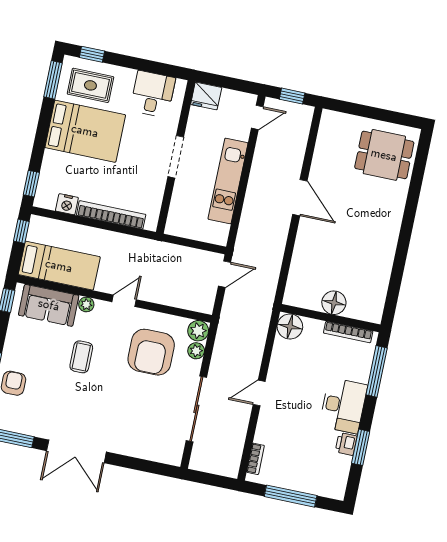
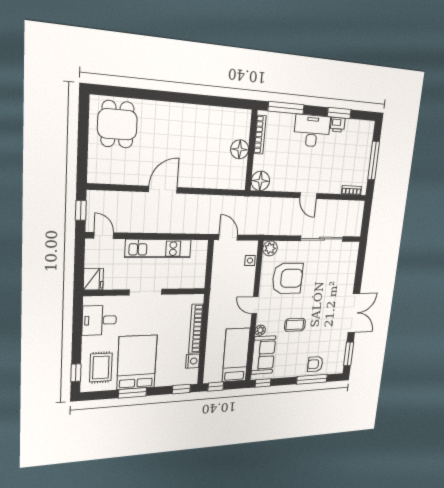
window: (53, 80) -> (133, 393), moved
side table: (187, 301) -> (250, 261), added
plant: (196, 351) -> (284, 247), removed

